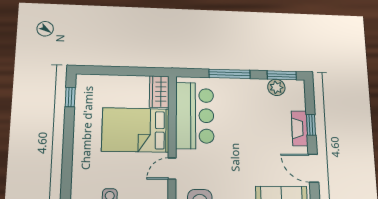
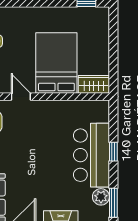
window: (230, 74) -> (113, 152), width x0.46
bar counter: (195, 115) -> (91, 155), moved, turned 90

